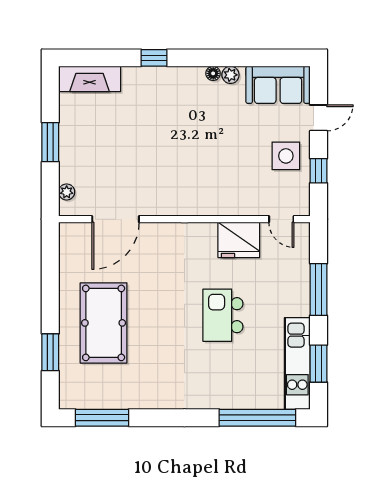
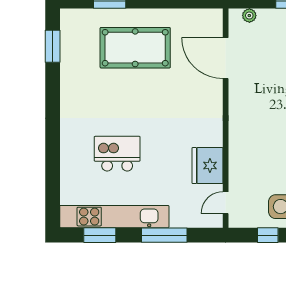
kitchen island: (223, 315) -> (117, 154), moved
kitchen unit: (297, 364) -> (114, 217), width x1.36
window: (102, 418) -> (53, 46), width x0.69
window: (257, 418) -> (53, 182), removed

